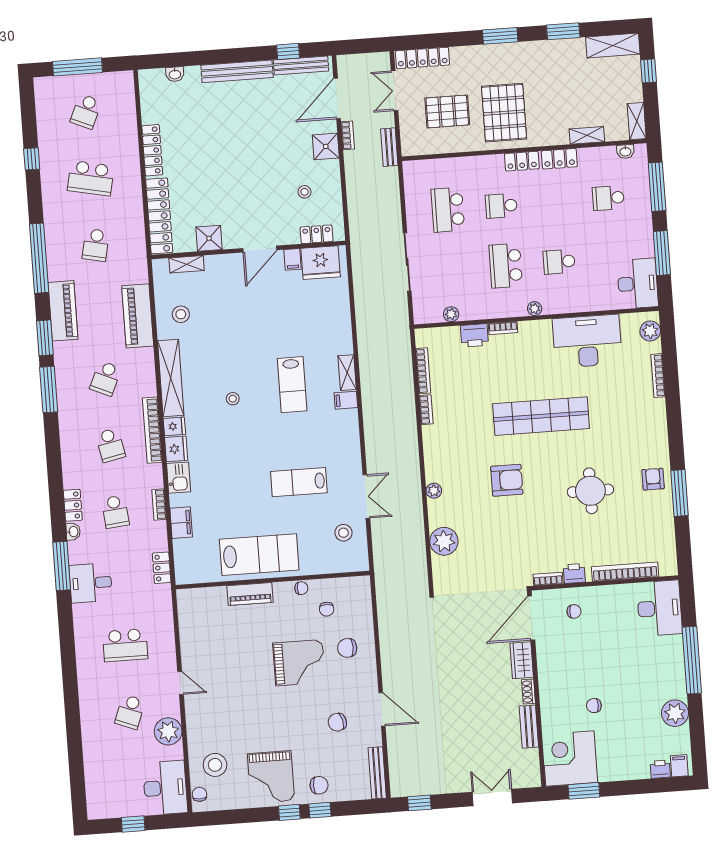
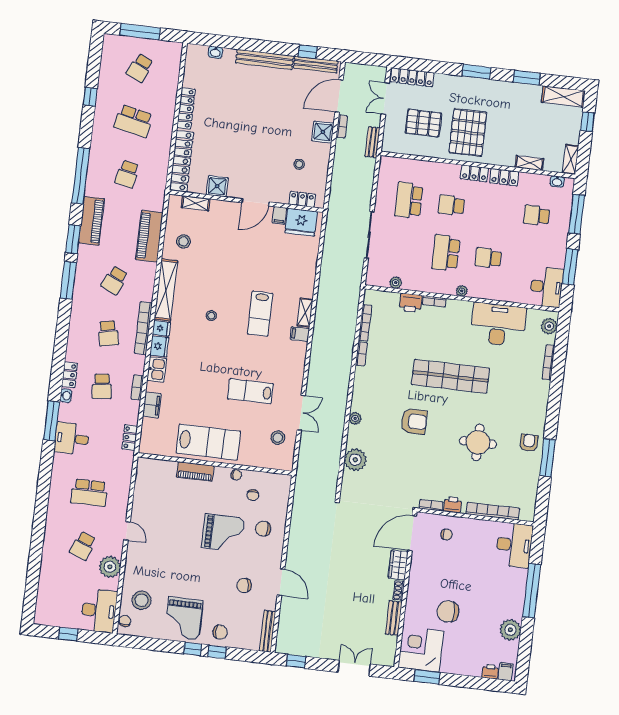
chair: (594, 706) -> (448, 611), width x1.87, depth x1.87

